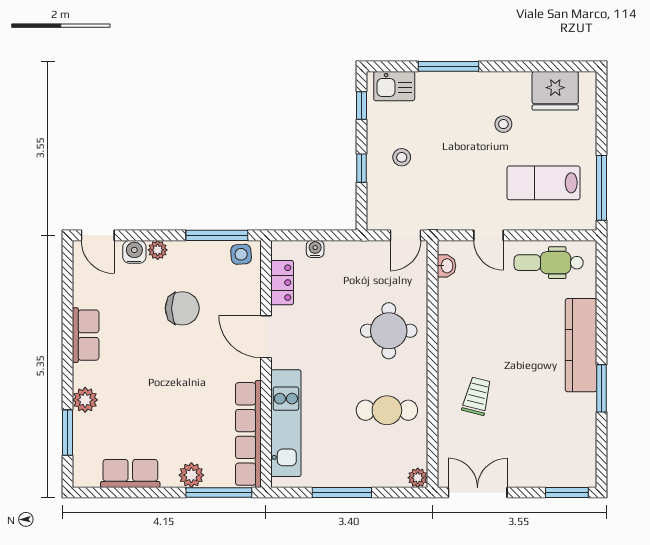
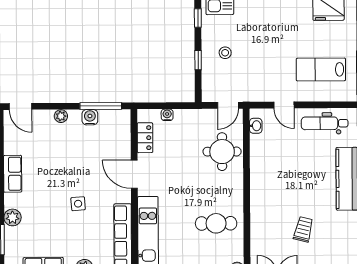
stool: (503, 124) -> (294, 30), removed
water cooler: (134, 252) -> (90, 117), moved
side table: (241, 254) -> (78, 204), moved
chair: (182, 308) -> (78, 155), removed
round table: (389, 331) -> (222, 152), moved
trolley: (477, 396) -> (303, 229), moved

